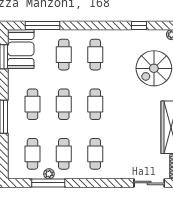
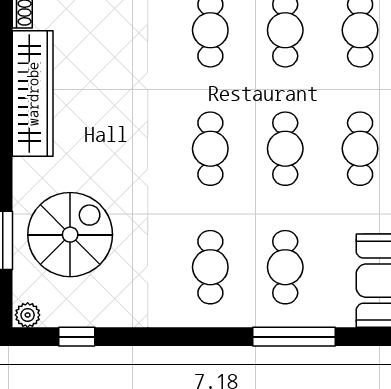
window: (43, 25) -> (294, 337), moved
window: (139, 25) -> (77, 337), moved

